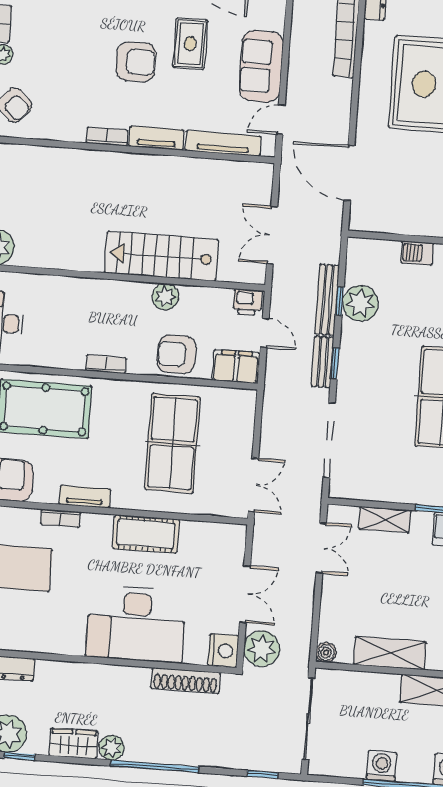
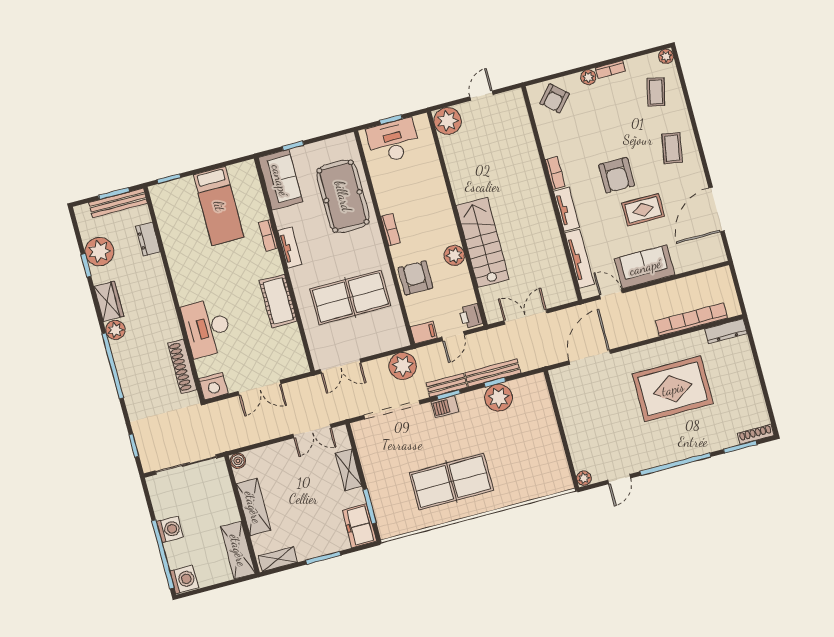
barbecue: (417, 253) -> (445, 407), moved, turned -90
filing cabinet: (236, 367) -> (424, 332), width x0.50
desk: (136, 624) -> (207, 328), width x0.73, depth x0.77
plant: (262, 649) -> (403, 366), moved

